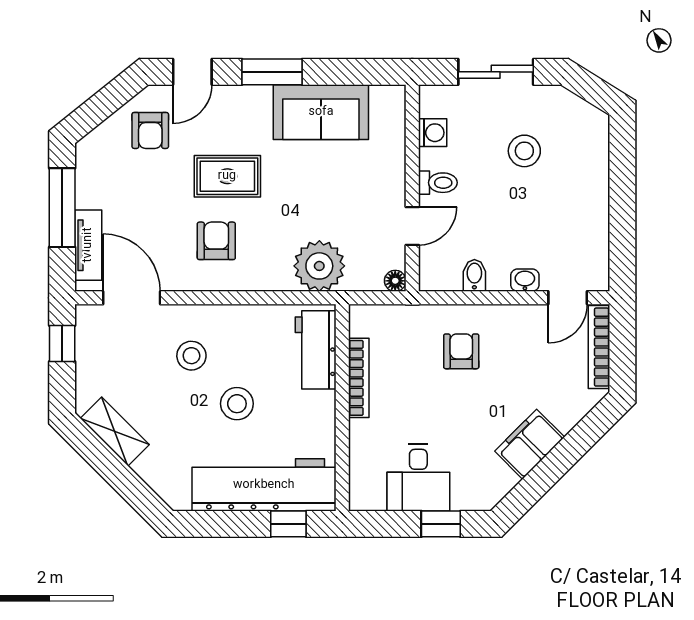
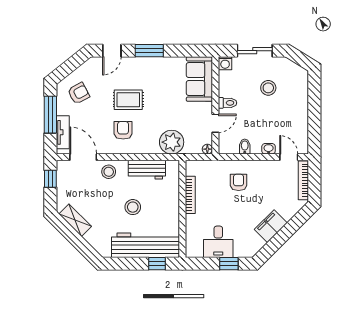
sofa: (321, 112) -> (199, 79), moved, turned 90
armchair: (150, 130) -> (79, 93), moved, turned -118
washing machine: (433, 133) -> (225, 63), moved, turned 90
door: (568, 298) -> (289, 157), swing flipped
workbench: (316, 350) -> (147, 170), moved, turned -90
stool: (191, 356) -> (109, 172), moved

